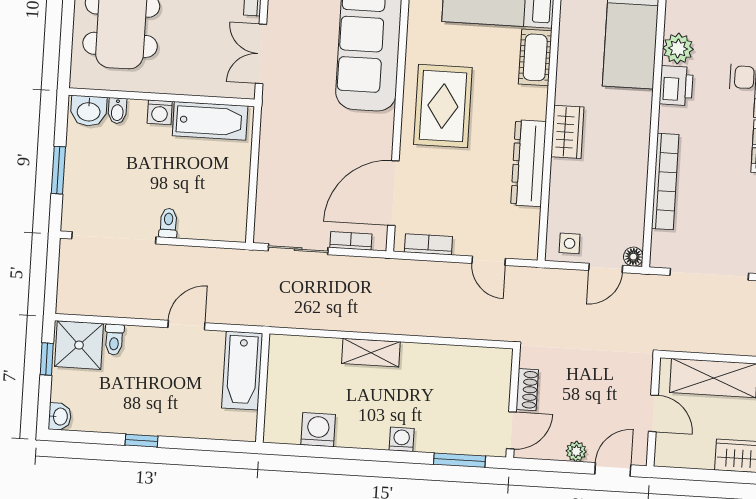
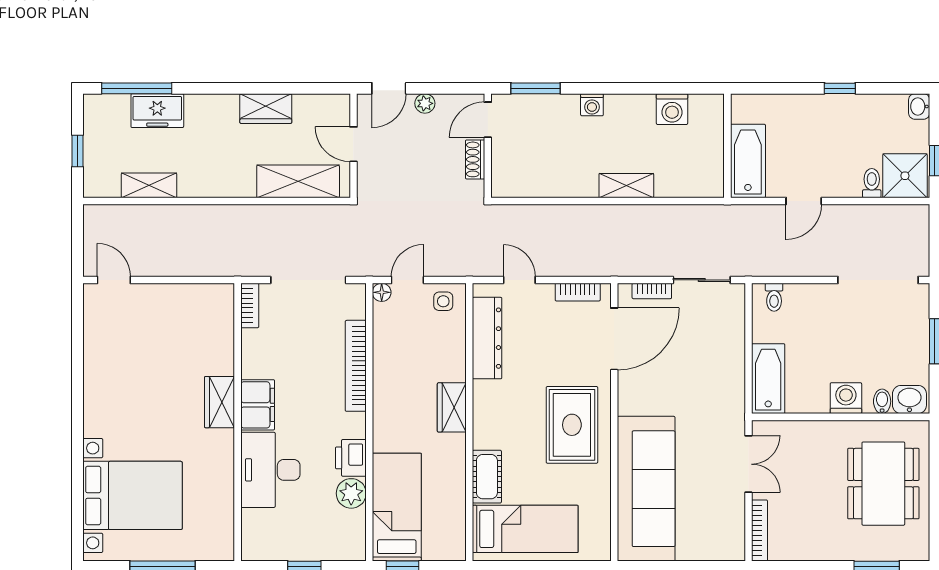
washing machine: (160, 112) -> (846, 398), width x1.38, depth x1.38
bathtub: (210, 121) -> (768, 379), moved, turned 90
dresser: (528, 163) -> (487, 338), moved
toilet: (168, 223) -> (774, 297), moved

